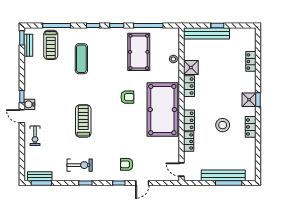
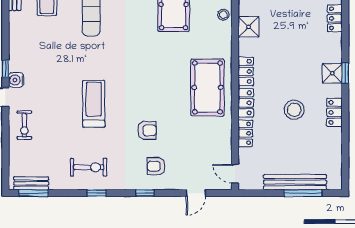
locker: (189, 86) -> (246, 71), moved
armchair: (127, 97) -> (147, 130), moved
pool table: (162, 110) -> (207, 87), width x0.73, depth x0.76
door: (142, 183) -> (196, 193), moved

